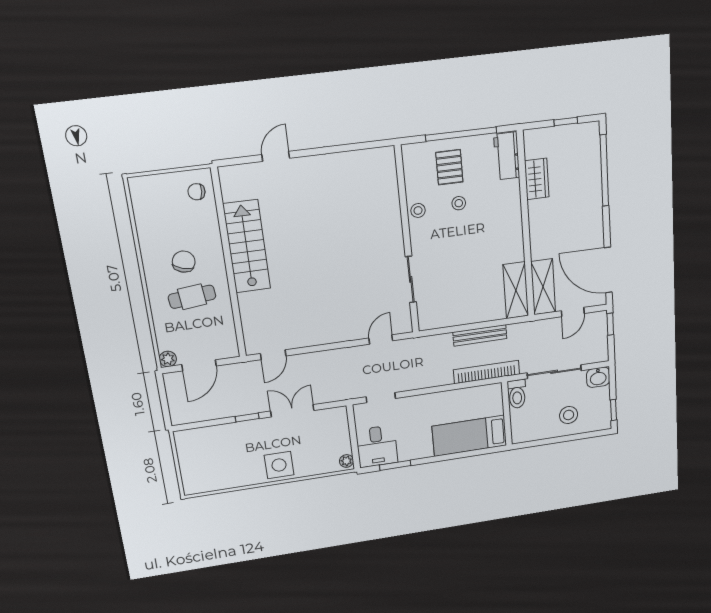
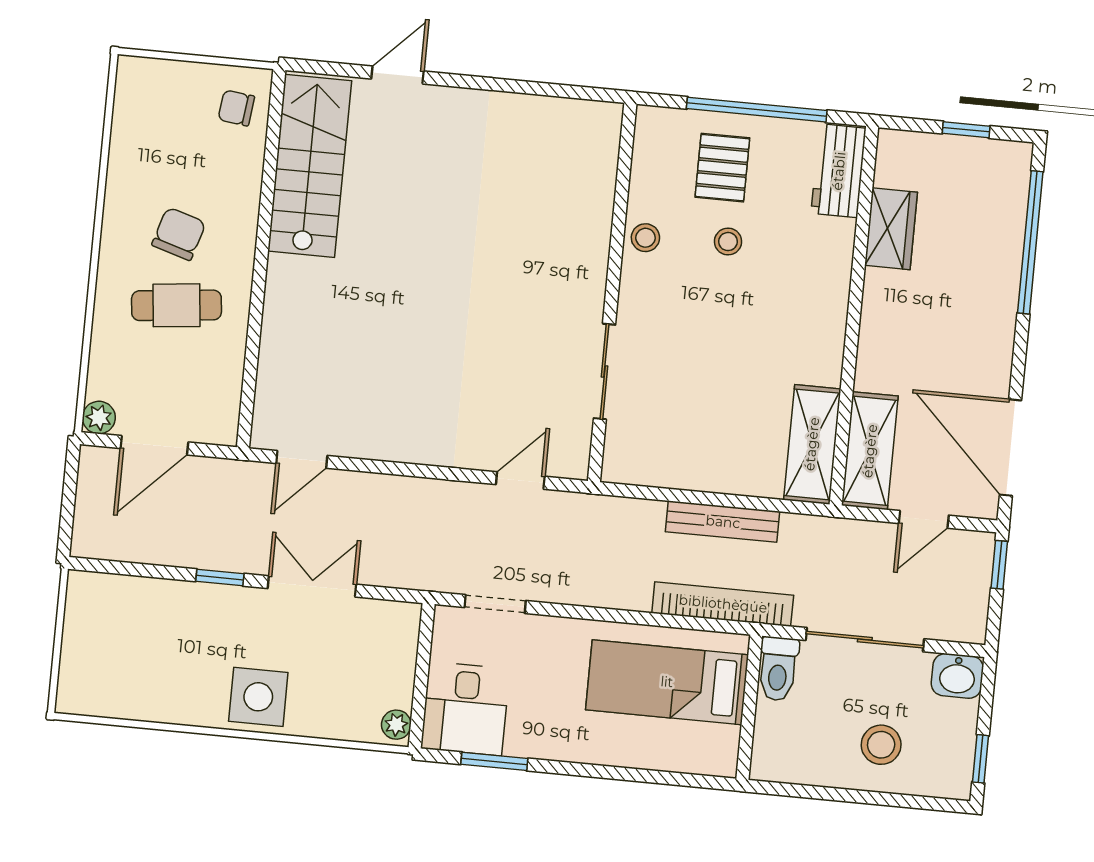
stairs: (247, 246) -> (310, 166), moved
bed: (469, 436) -> (667, 682), moved

